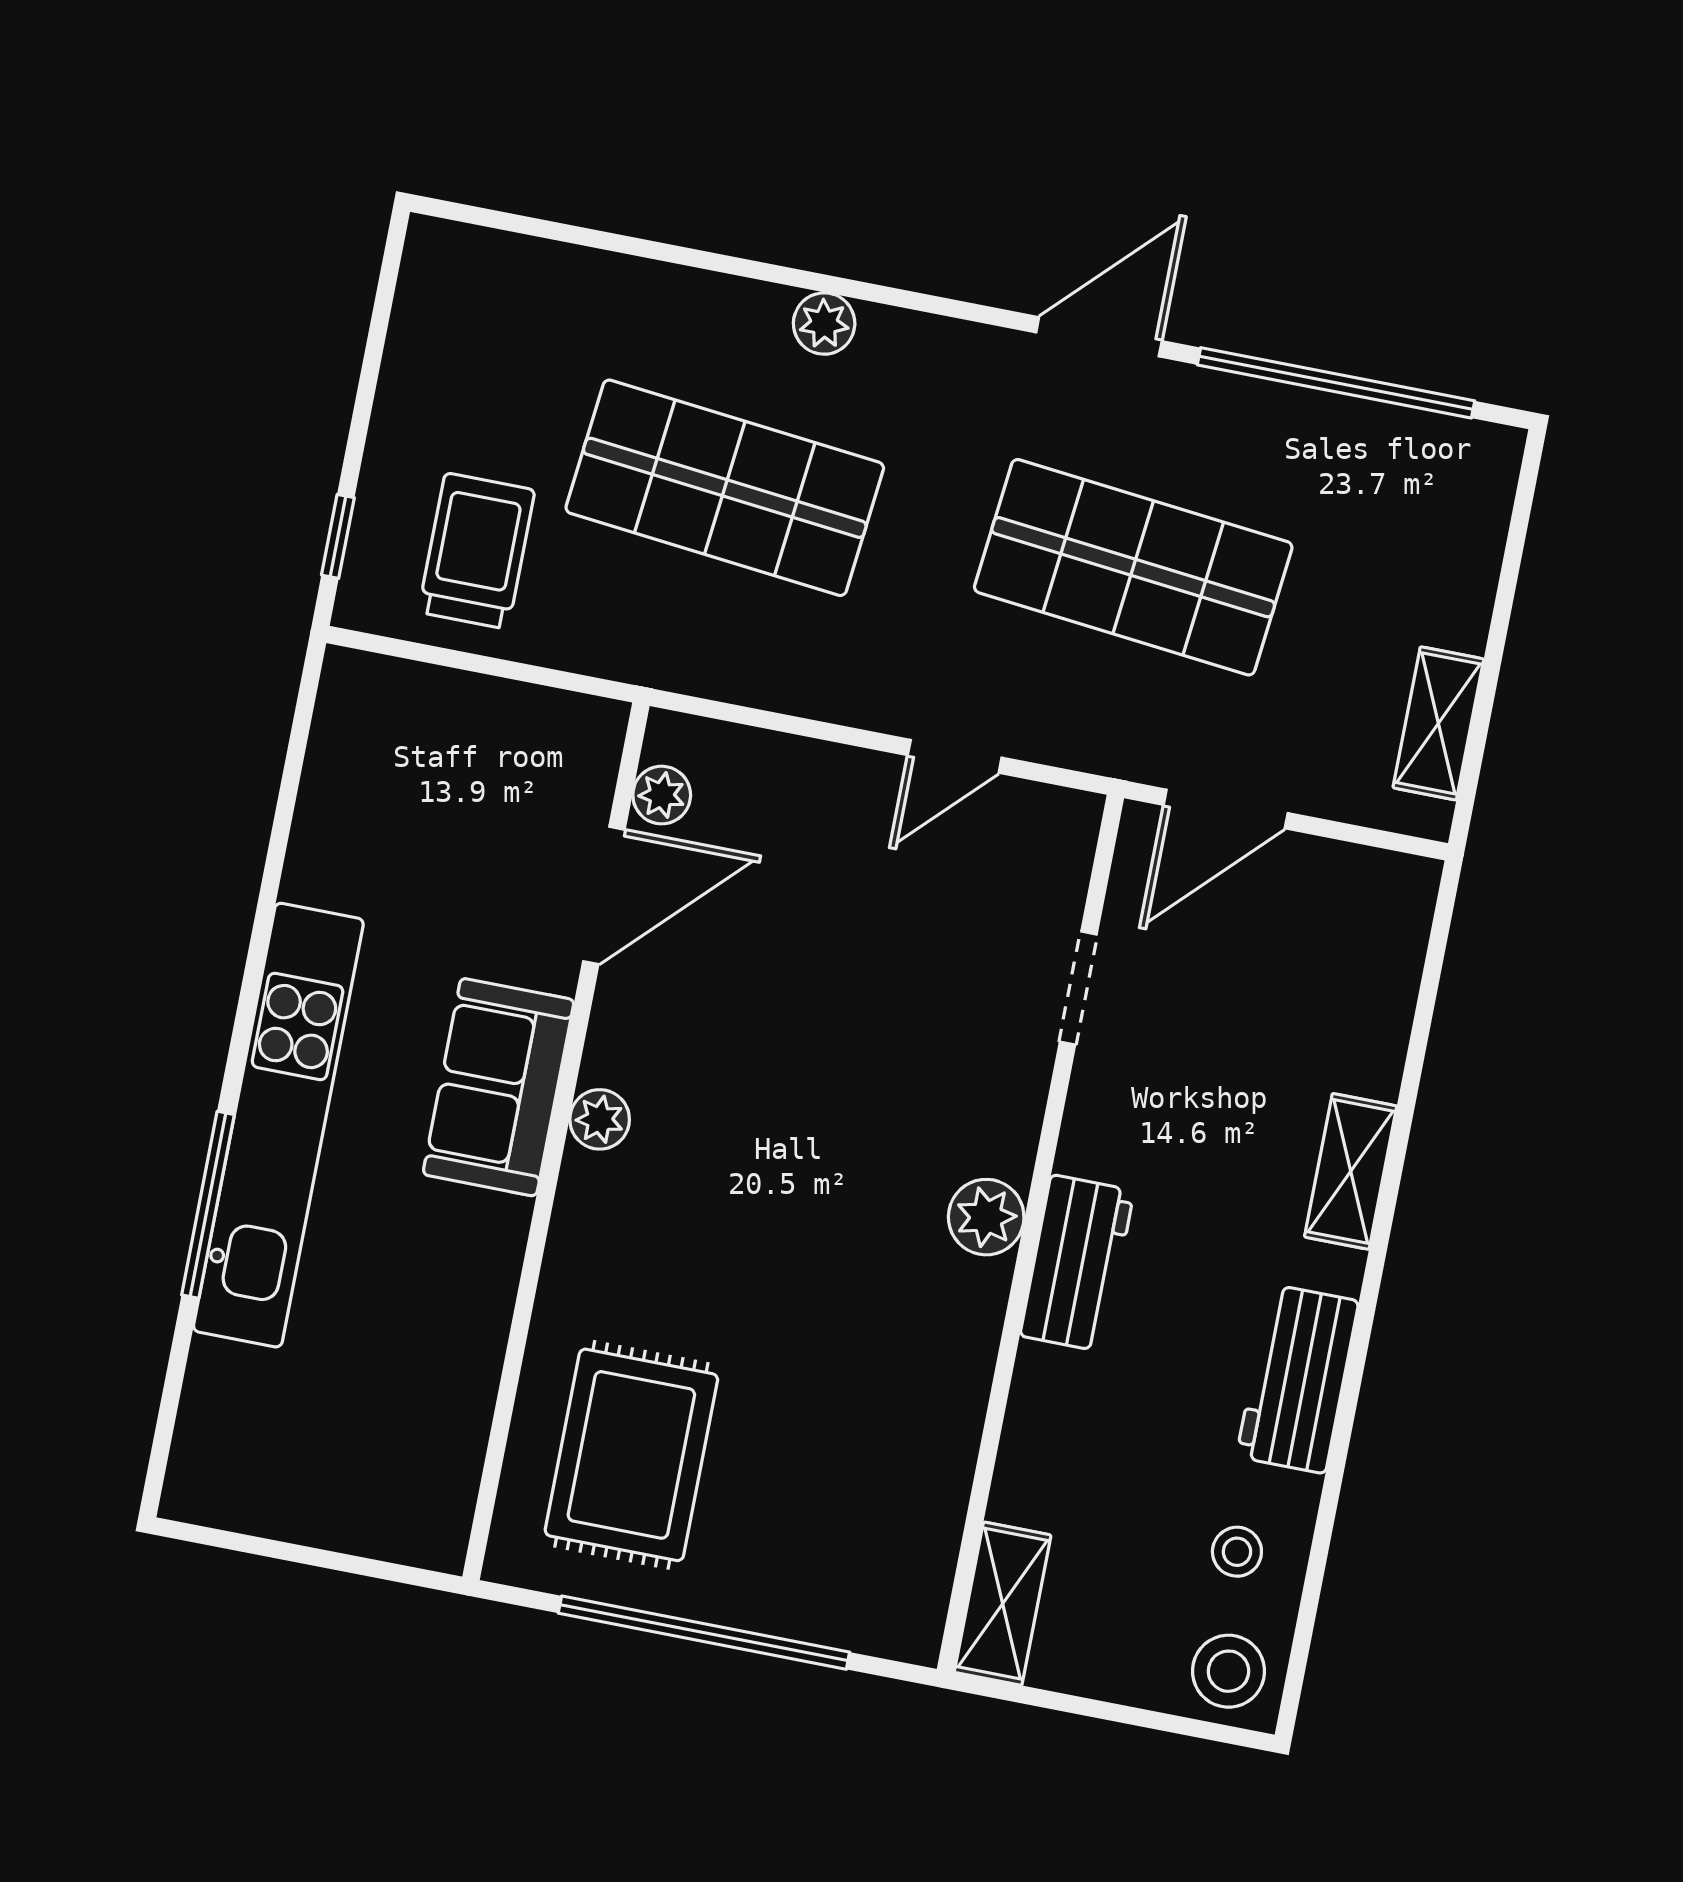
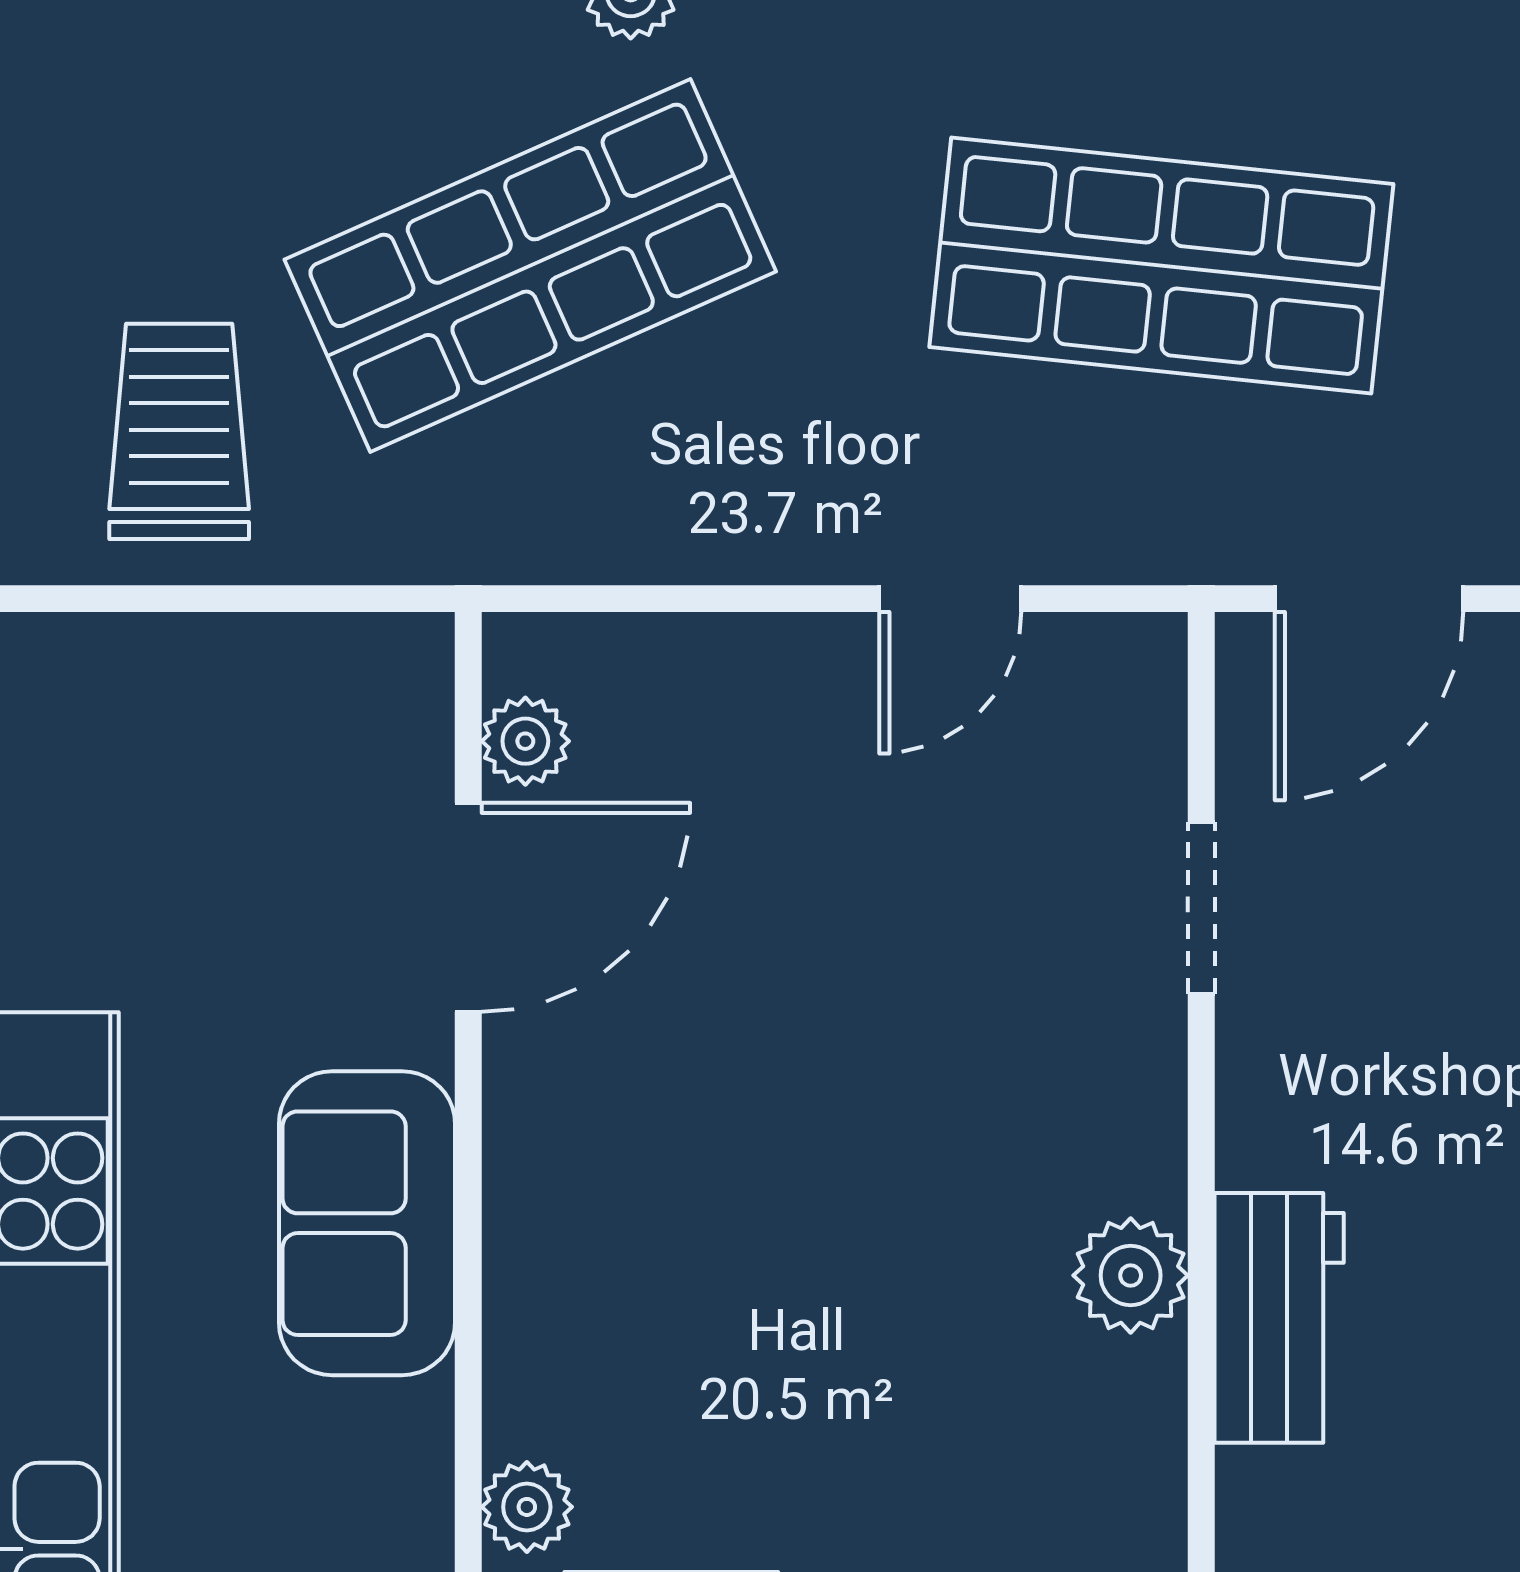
shop shelf: (725, 488) -> (530, 265), turned -30
plant: (600, 1119) -> (527, 1507), moved

